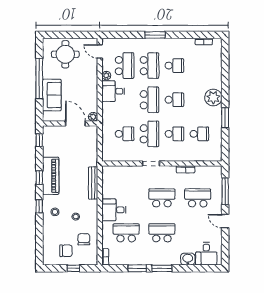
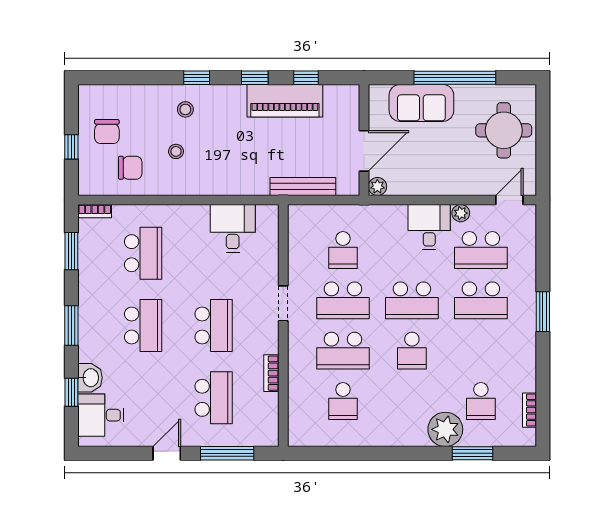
school desk: (174, 66) -> (481, 401), moved
plant: (213, 98) -> (445, 429), moved
window: (225, 118) -> (473, 453), moved
school desk: (174, 134) -> (343, 351), width x1.85
window: (39, 140) -> (306, 78), moved
piano: (51, 176) -> (285, 101), moved
bench: (93, 183) -> (303, 186), moved
desk: (114, 210) -> (233, 228), moved
window: (137, 268) -> (71, 251), moved
window: (195, 268) -> (71, 392), added

